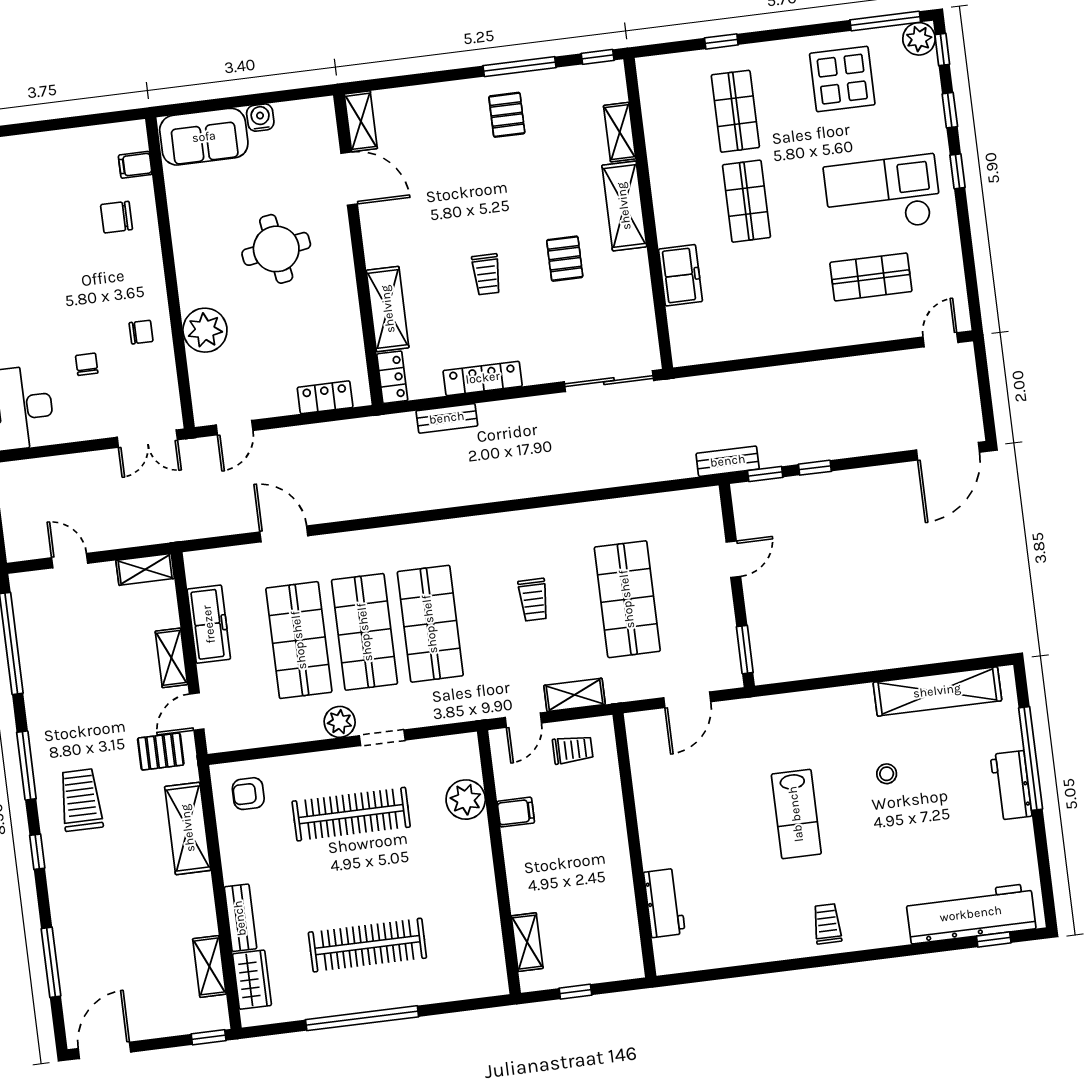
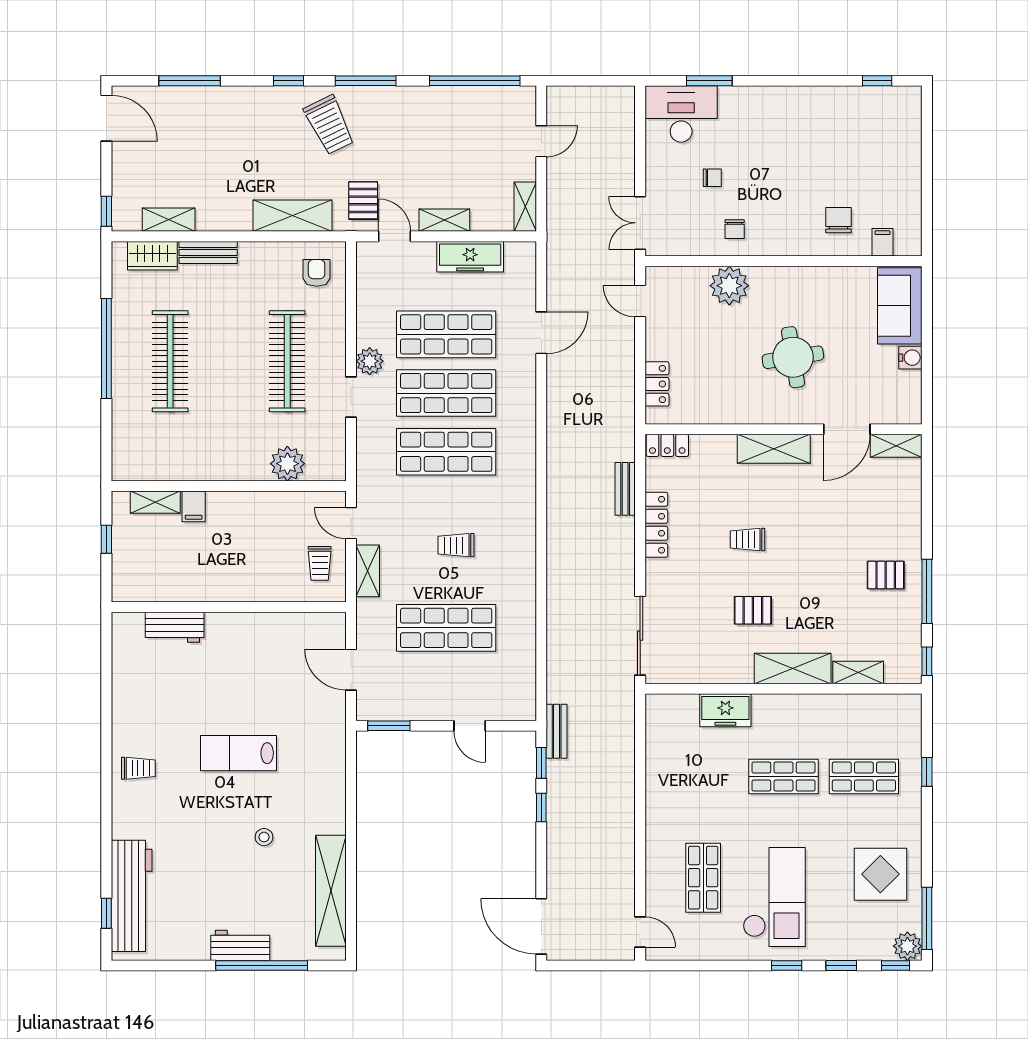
shelving: (388, 309) -> (774, 449), moved
trolley: (81, 800) -> (329, 125), turned 64
filing cabinet: (516, 812) -> (194, 506), moved

